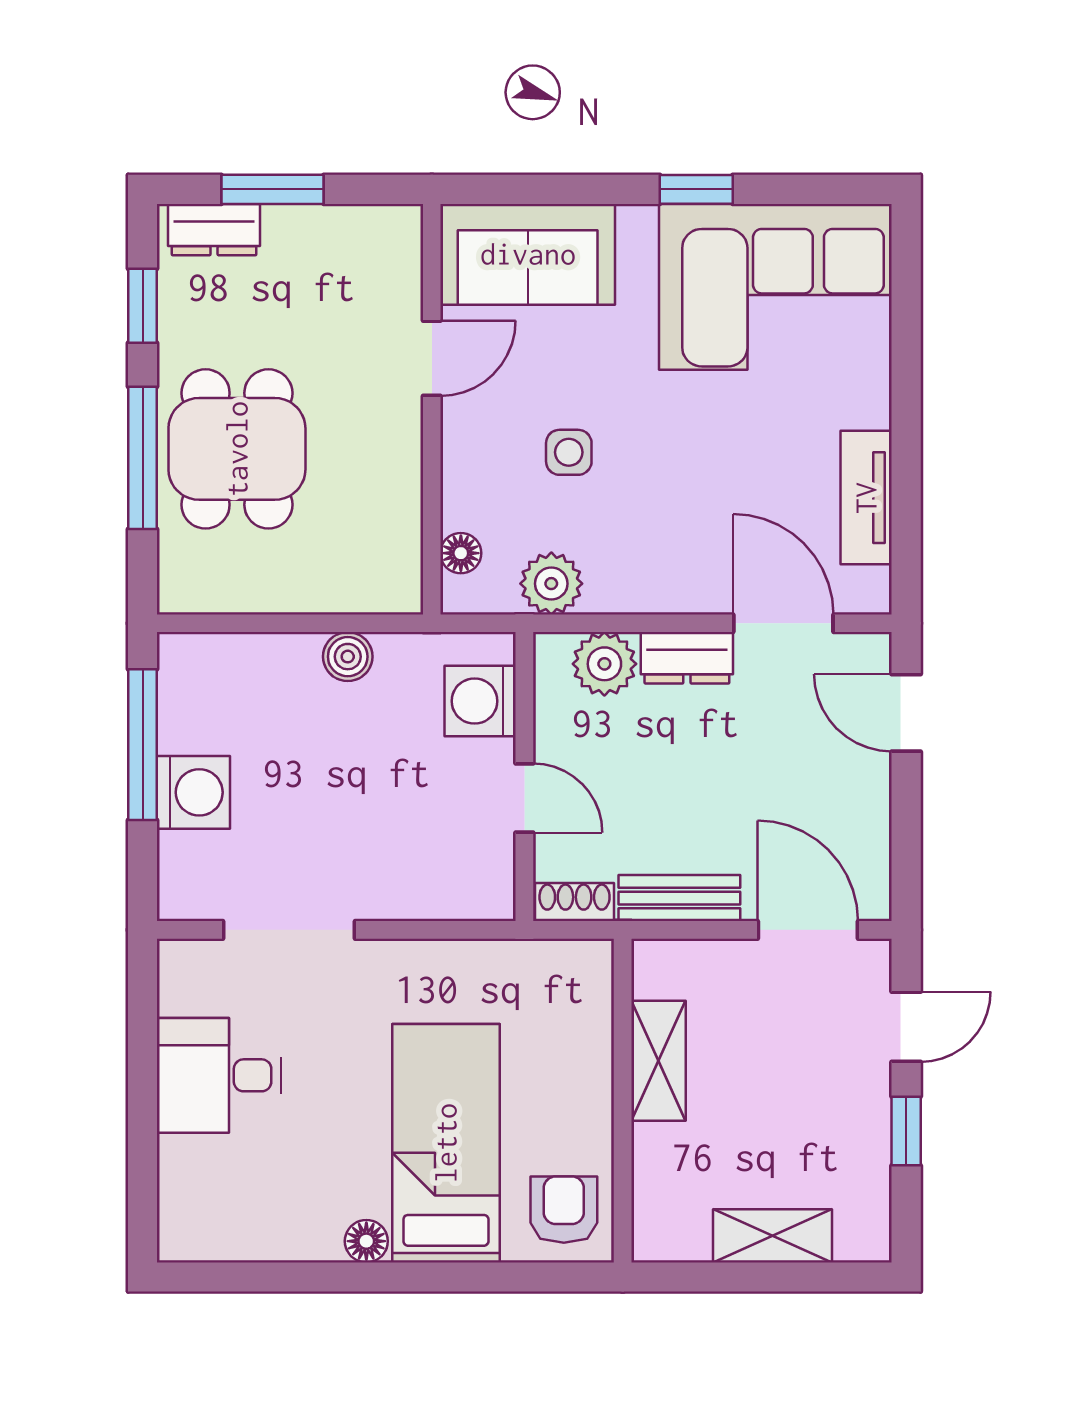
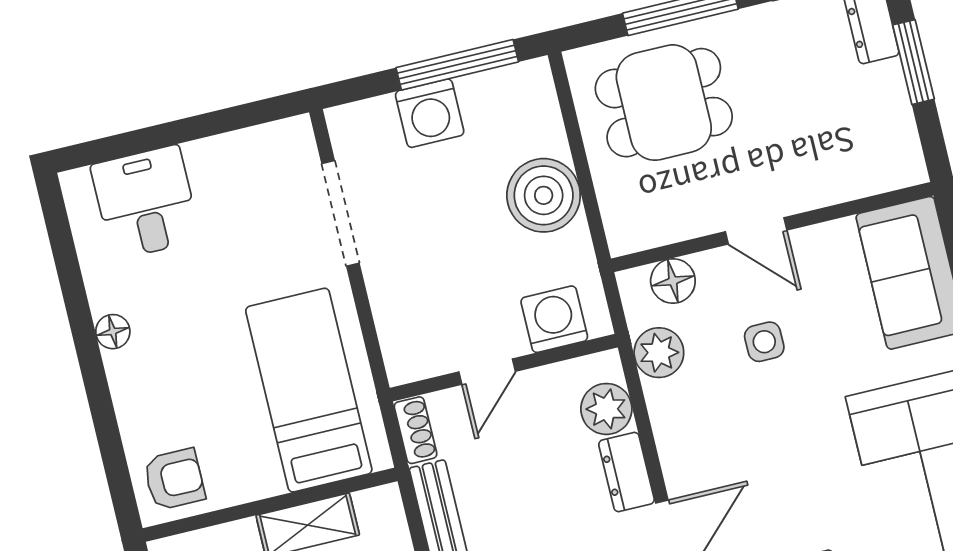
door: (432, 358) -> (756, 231), moved
dining table: (237, 449) -> (664, 103), moved
floor lamp: (461, 553) -> (673, 281), width x1.37, depth x1.37
boiler: (348, 657) -> (544, 195), width x1.86, depth x1.86
desk: (219, 1075) -> (146, 203), moved
bed: (446, 1143) -> (309, 390), moved, turned -90

